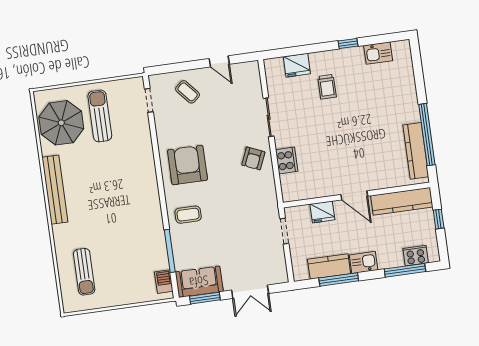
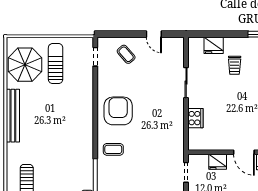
armchair: (253, 158) -> (170, 113), removed

